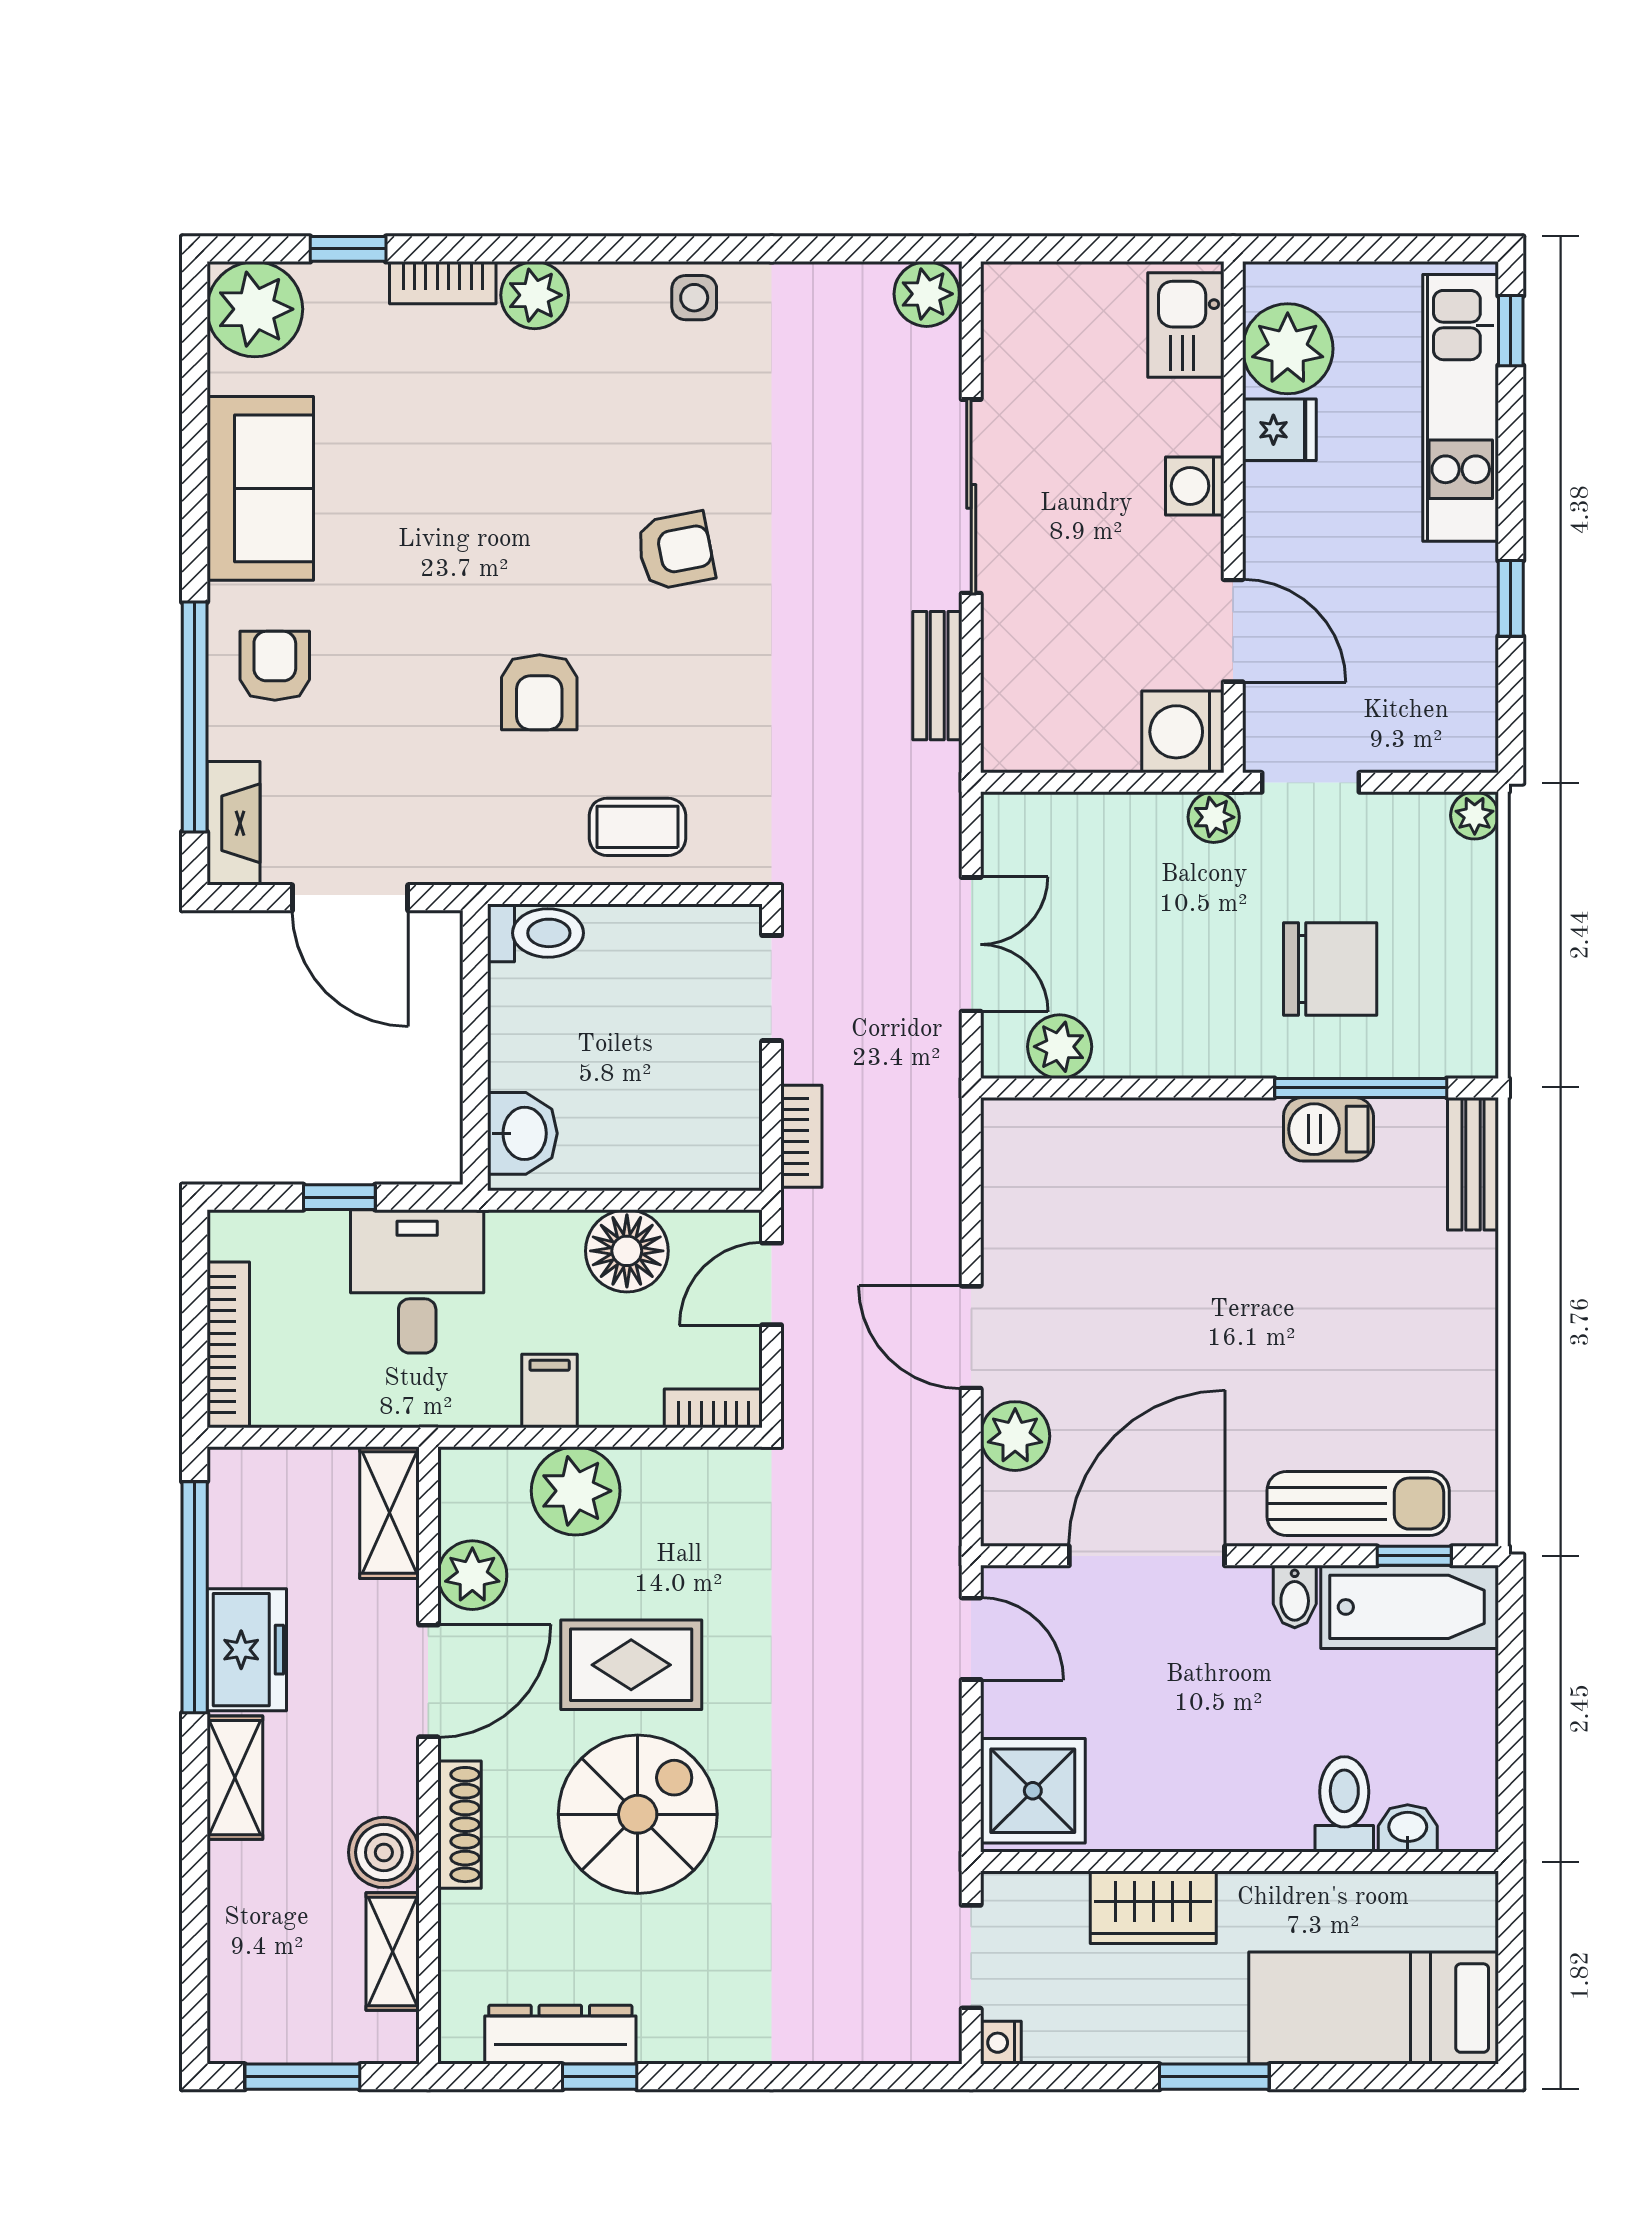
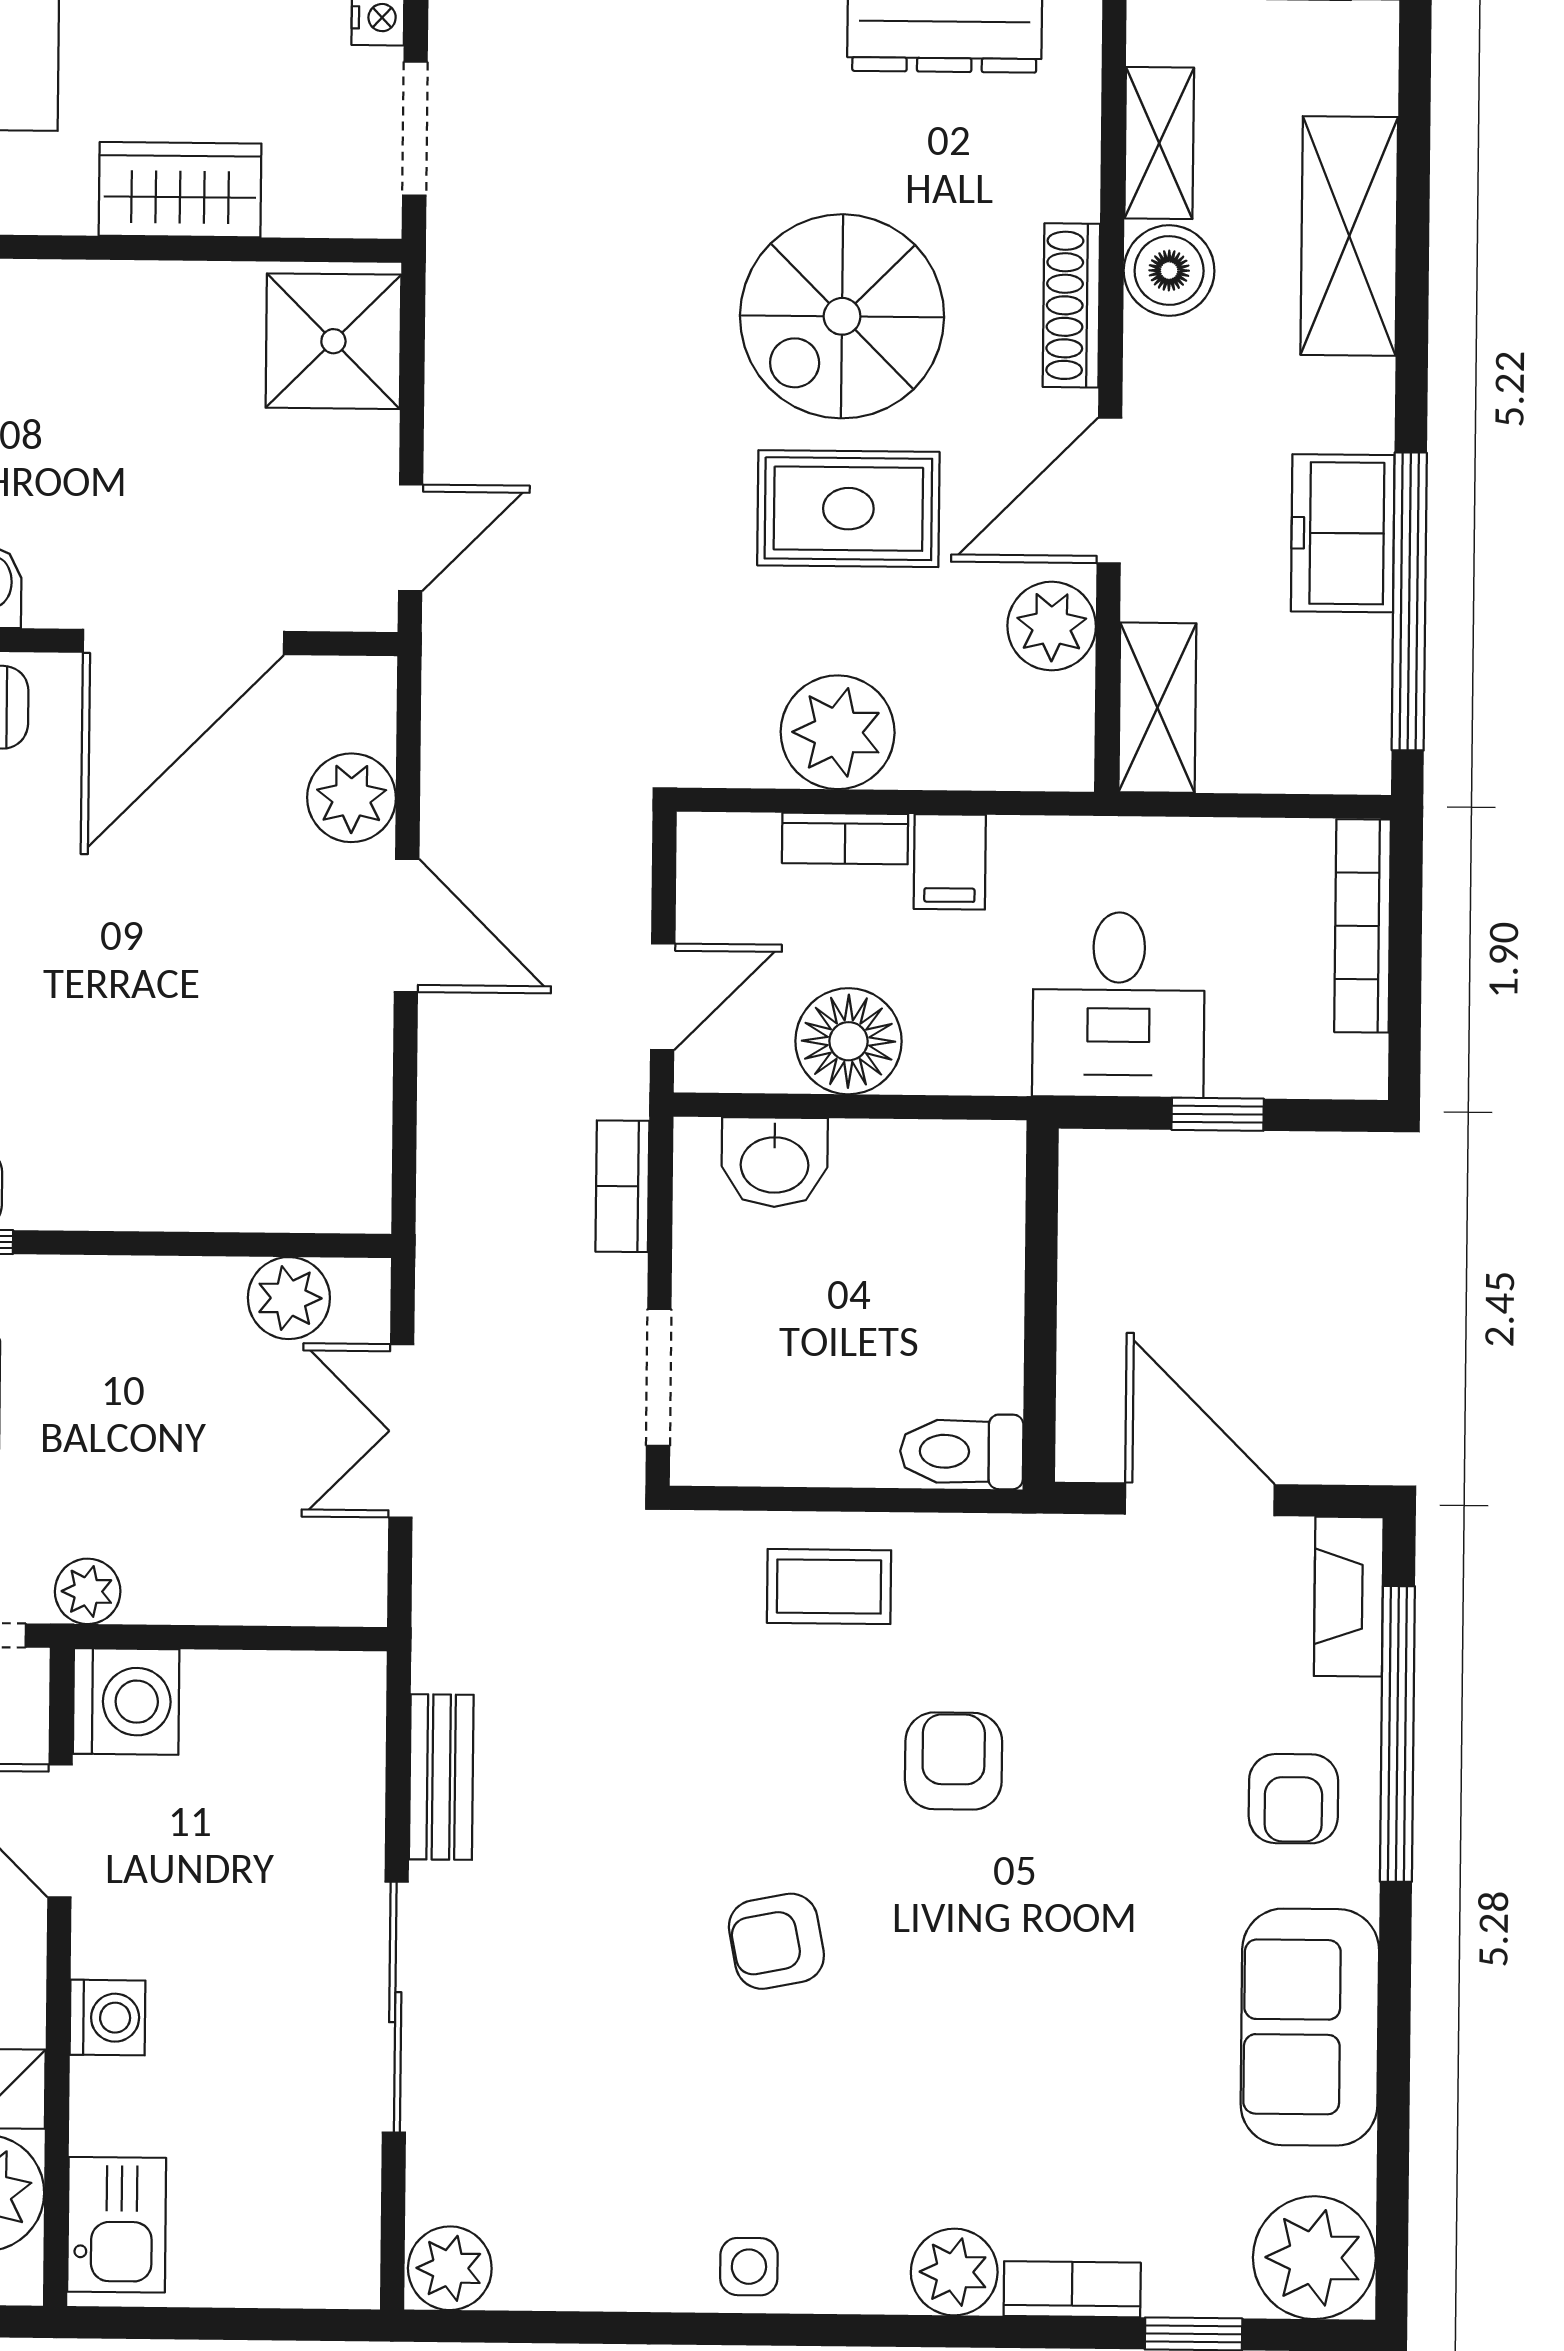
washbasin: (522, 1133) -> (775, 1162), moved, turned -90
bookcase: (713, 1408) -> (845, 839), moved
plant: (576, 1491) -> (838, 732), moved
door: (971, 1639) -> (411, 538), swing flipped
shelving: (235, 1778) -> (1349, 236), moved, width x1.50, depth x1.33

